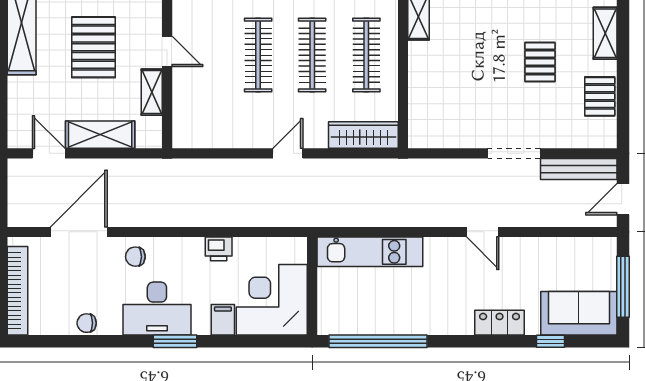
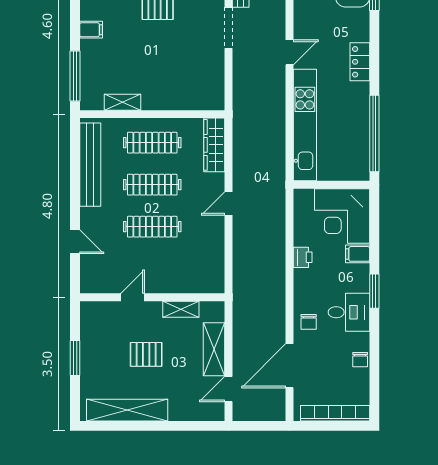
pallet: (93, 47) -> (146, 354), width x0.67, depth x0.71
door: (167, 51) -> (133, 297), moved
door: (288, 153) -> (228, 204), hinge flipped
door: (79, 232) -> (289, 366), hinge flipped
kitchen unit: (370, 252) -> (305, 125), width x1.36
desk: (157, 309) -> (349, 312), width x0.73
locker: (500, 323) -> (360, 62), moved

